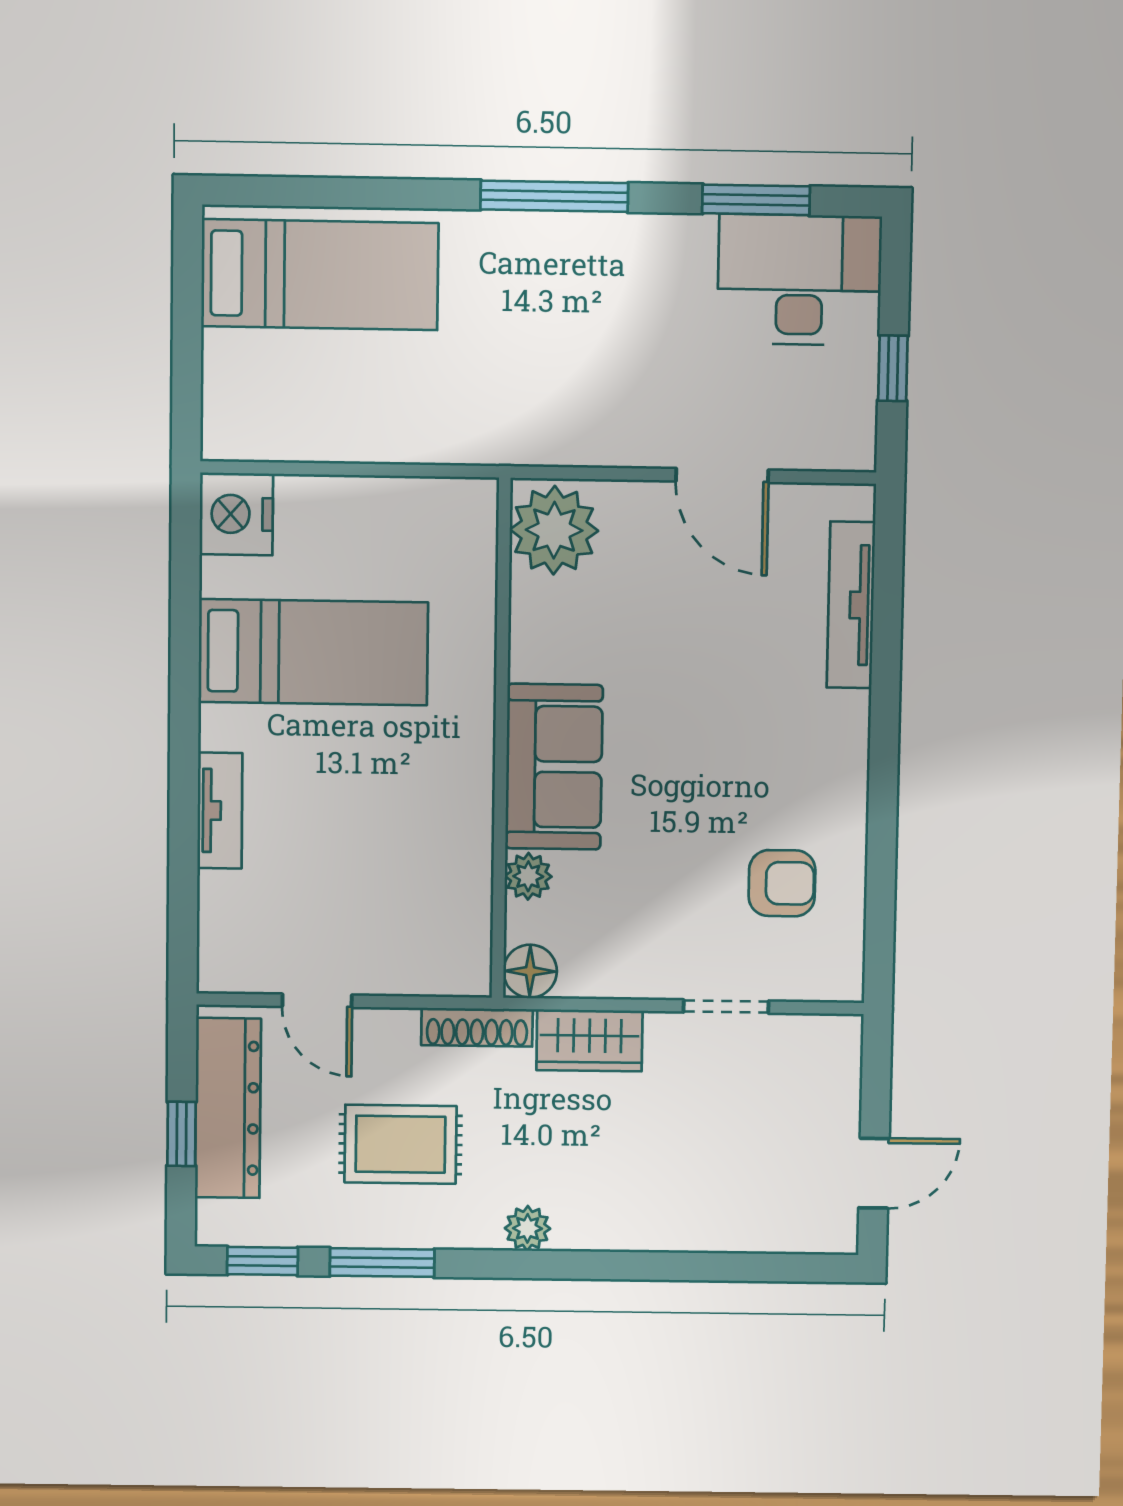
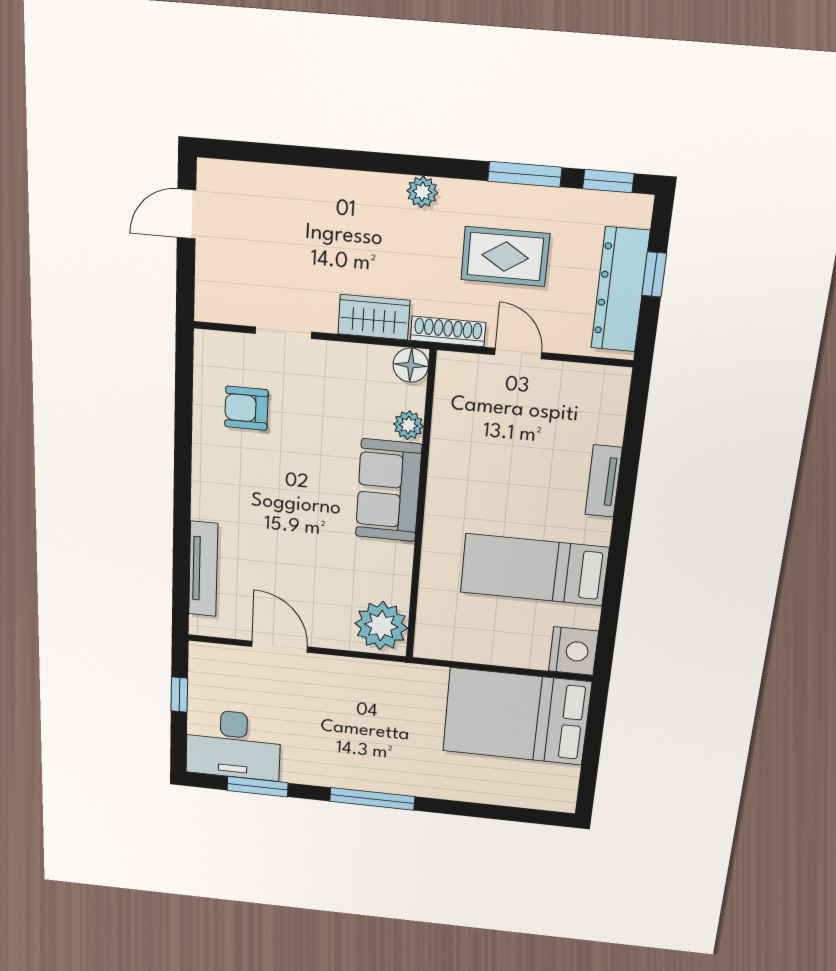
bed: (320, 275) -> (516, 717), moved, width x1.50
door: (317, 1001) -> (518, 354), moved

